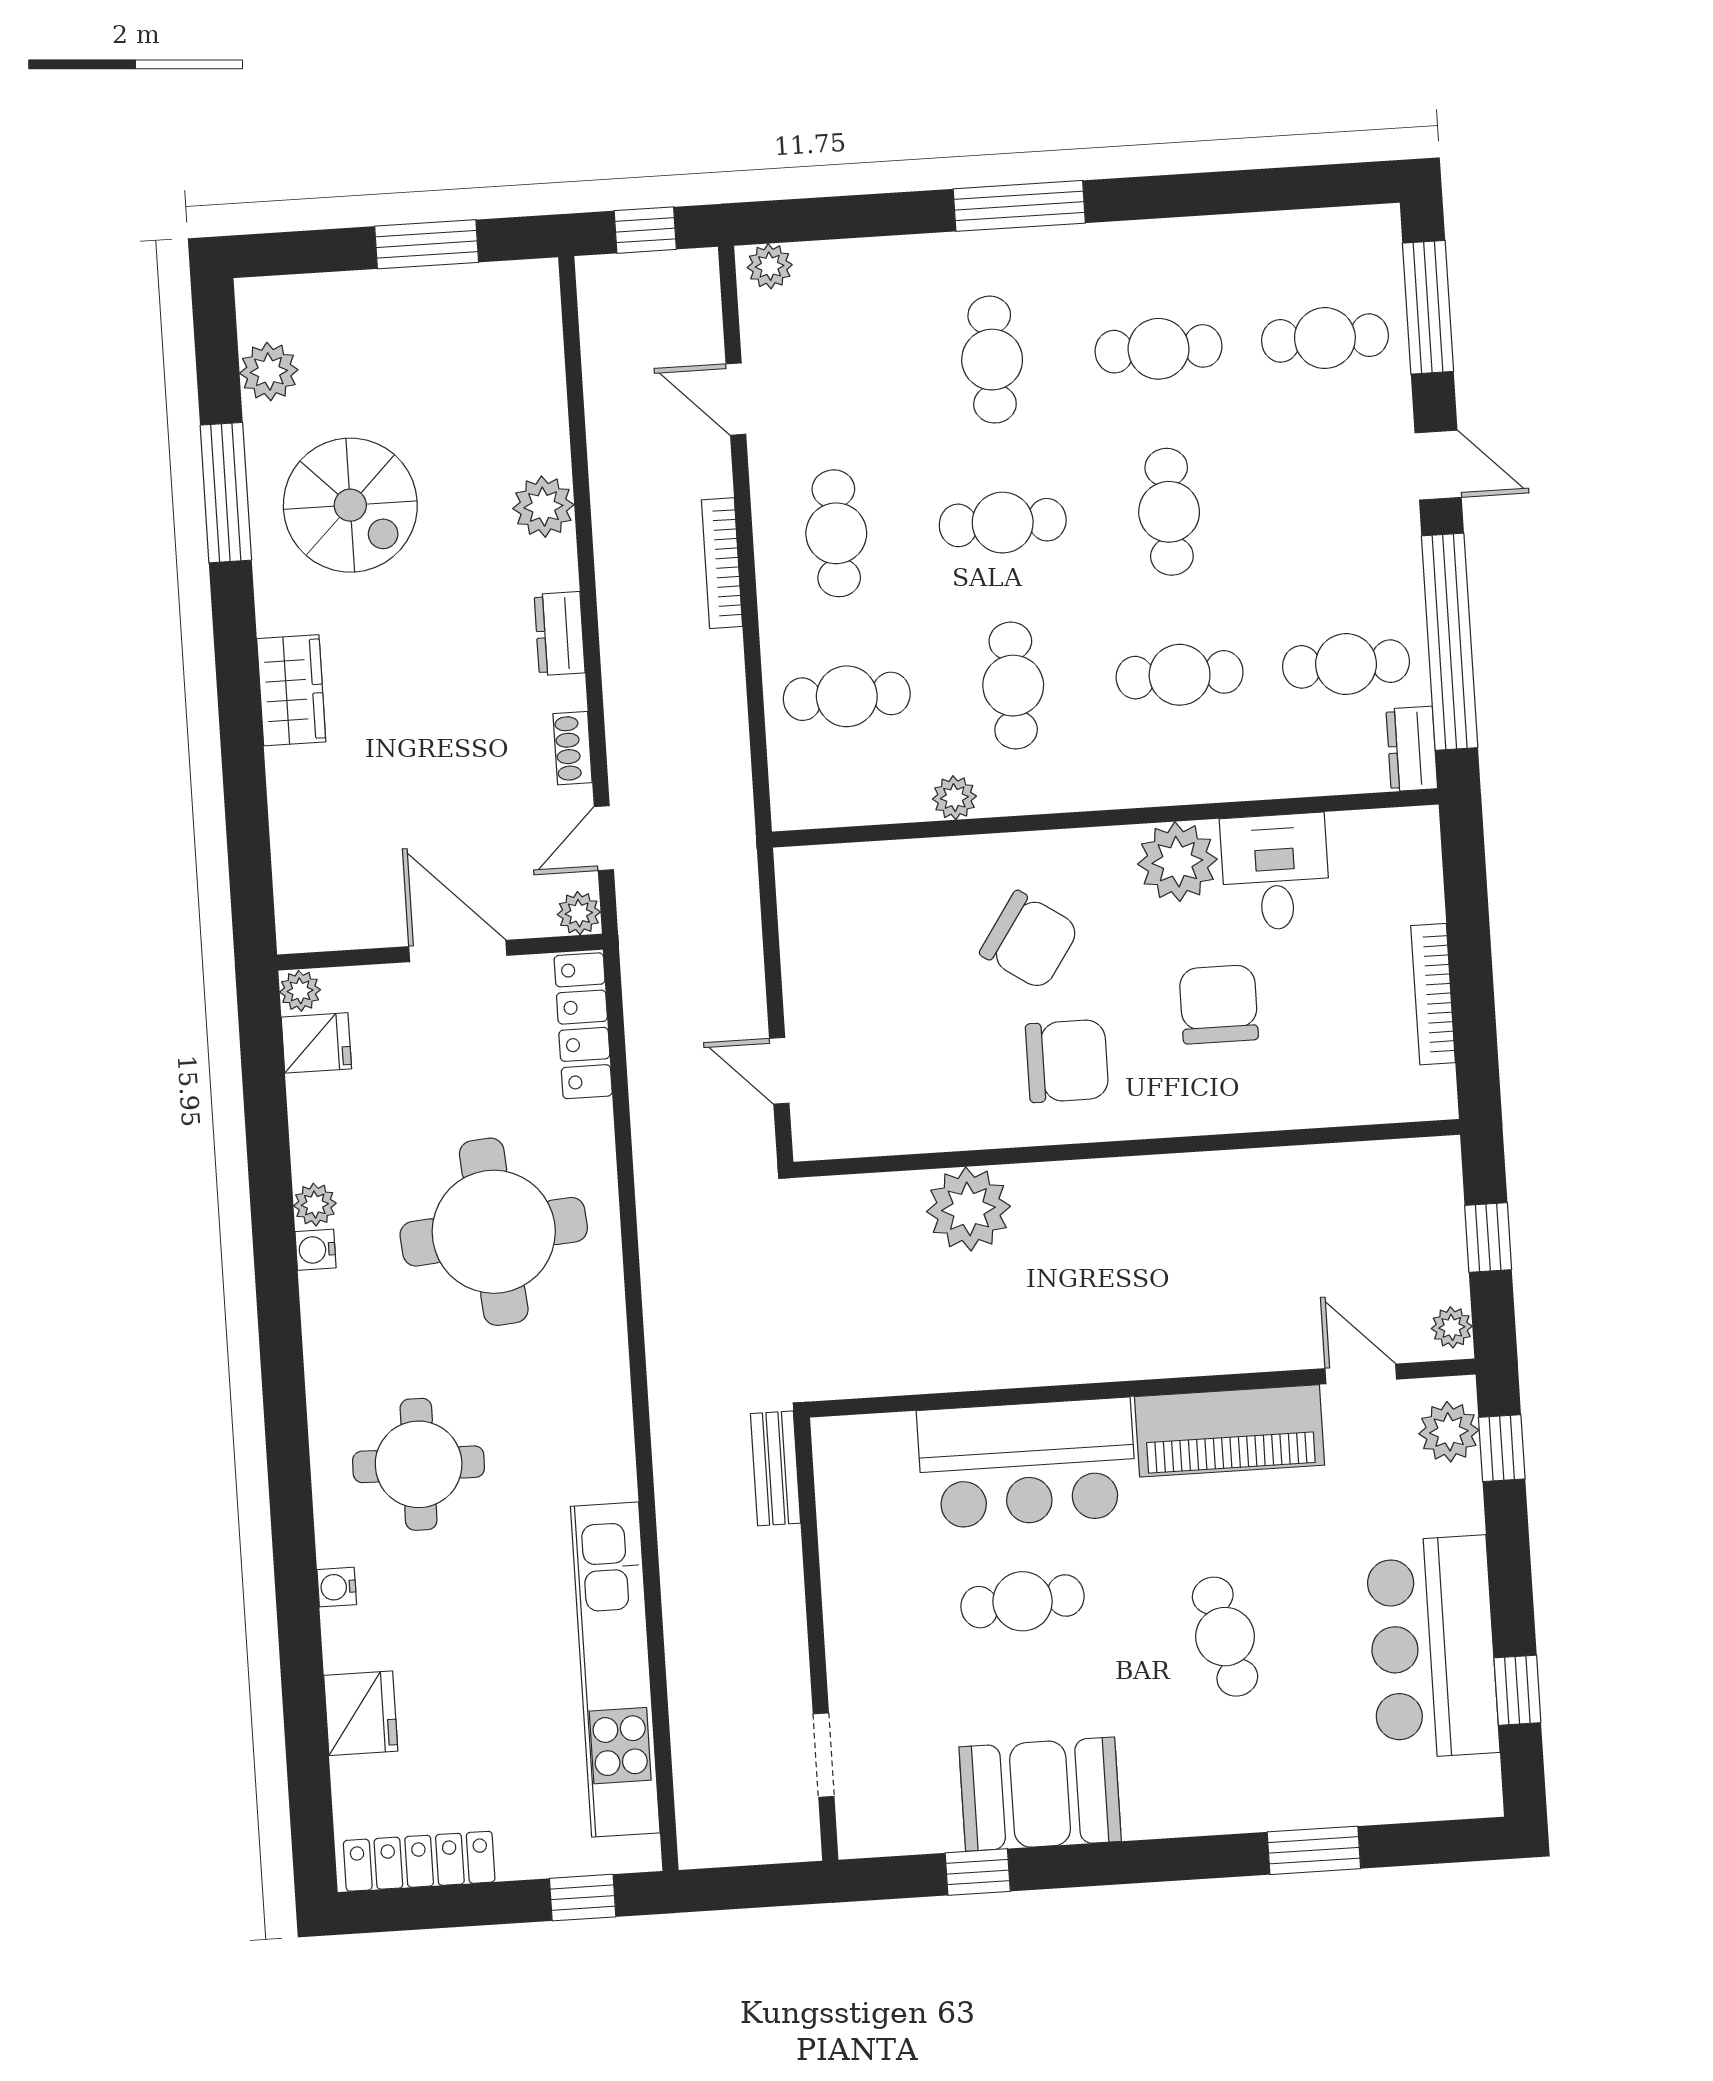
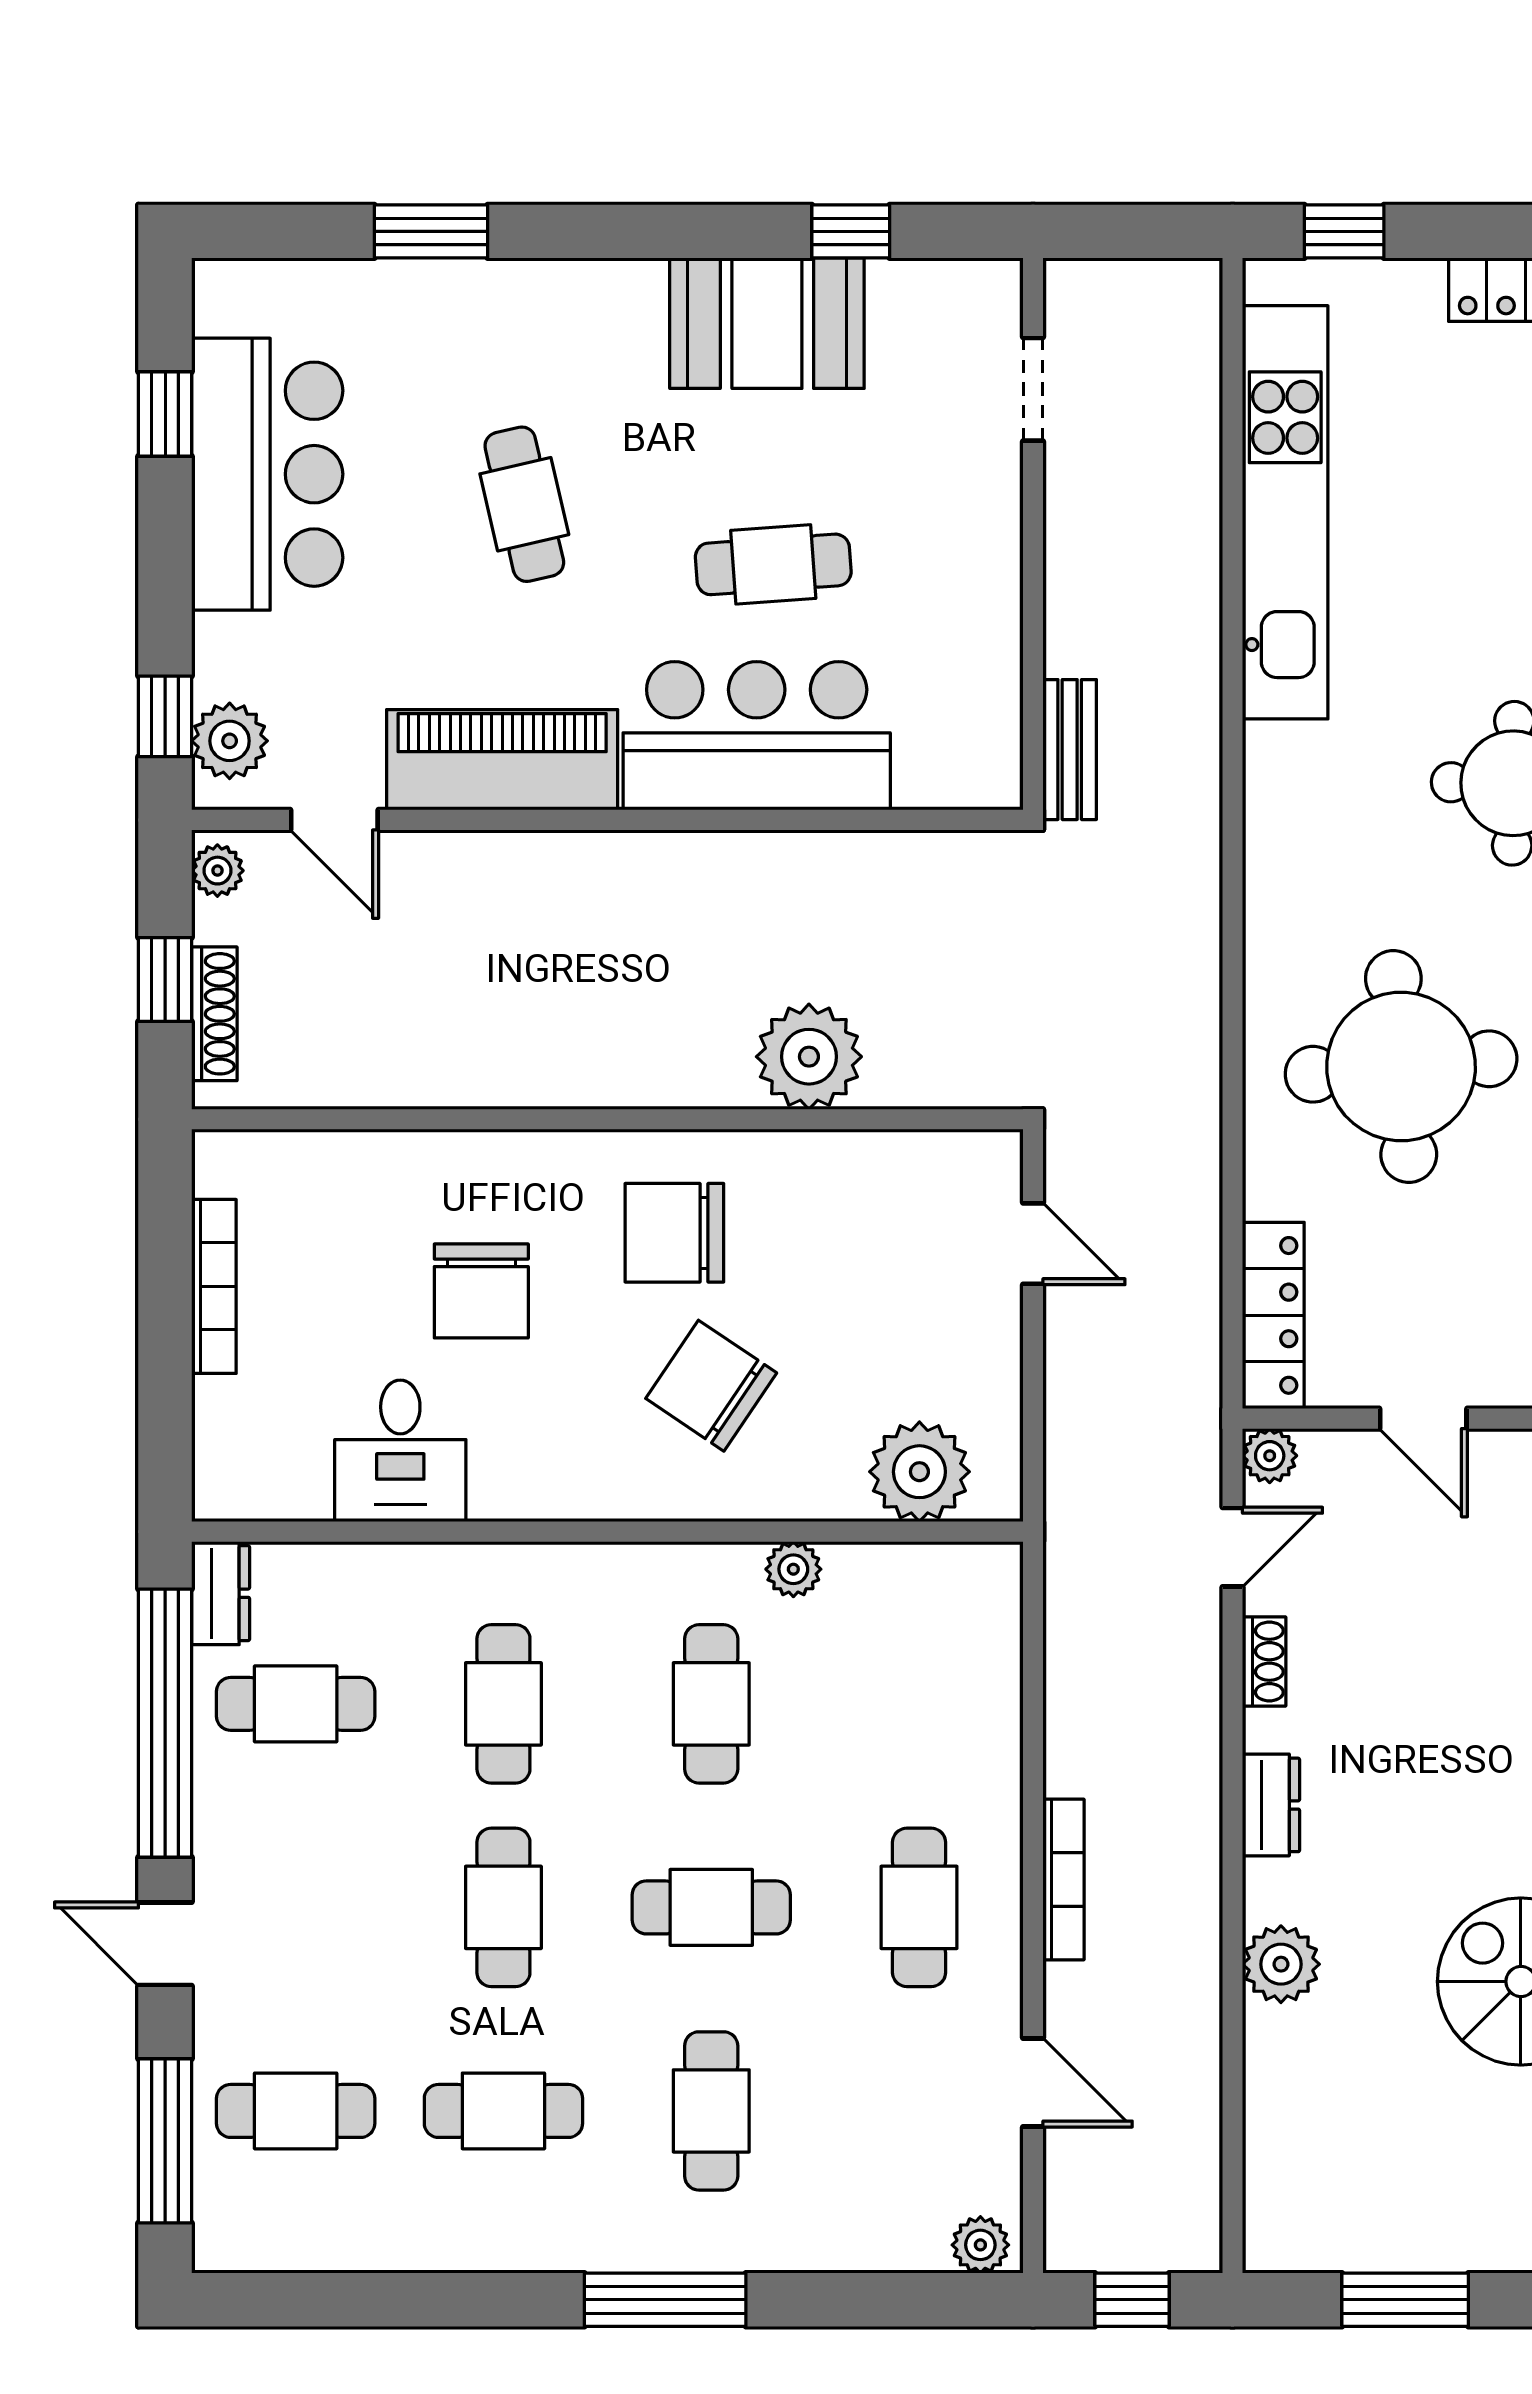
cafe table: (1180, 675) -> (503, 1704), turned 90
cafe table: (847, 696) -> (919, 1704), removed
plant: (1177, 862) -> (919, 1472), moved
door: (458, 951) -> (1423, 1419), width x0.73
shoe rack: (1447, 1212) -> (214, 1014), added

